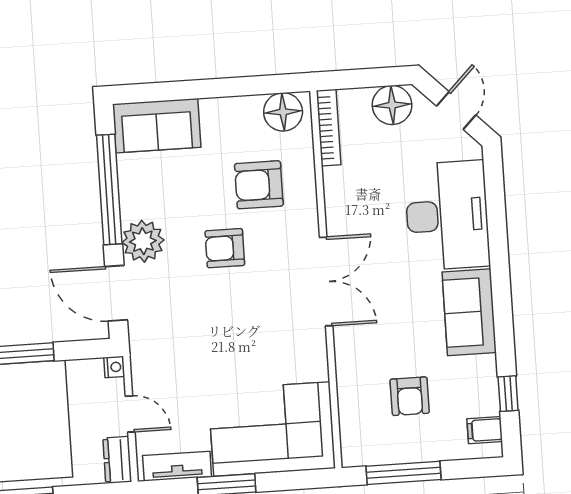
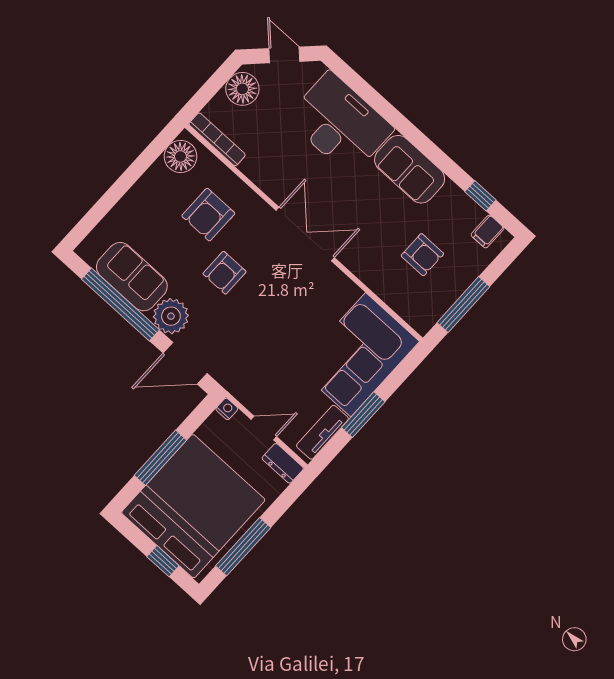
sofa: (157, 126) -> (132, 277), moved, turned -90

